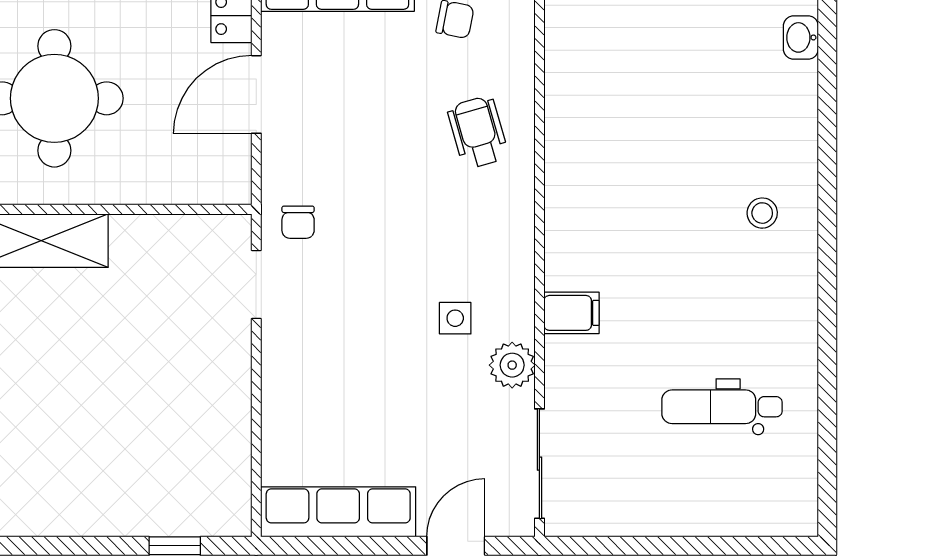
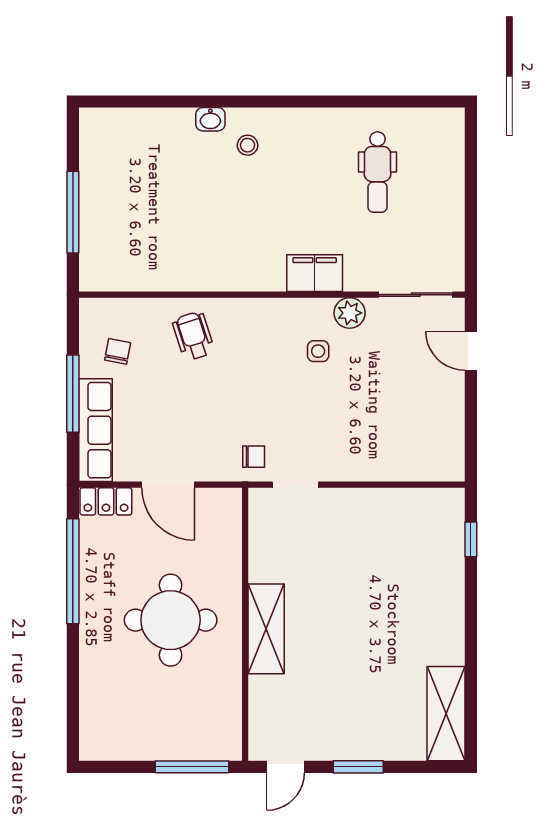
washbasin: (801, 37) -> (210, 119), moved
wheelchair: (478, 132) -> (193, 336), turned 88
filing cabinet: (572, 313) -> (315, 273), width x2.00
row of seats: (338, 512) -> (448, 430), removed

